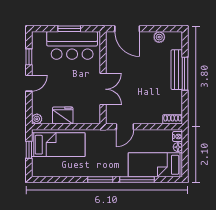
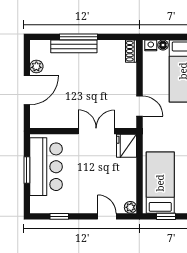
door: (127, 29) -> (27, 90), moved
door: (29, 83) -> (107, 216), moved
fridge: (63, 115) -> (127, 146), moved

